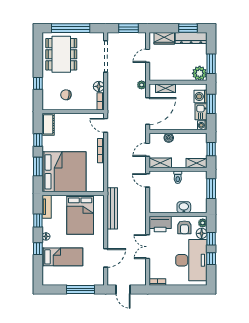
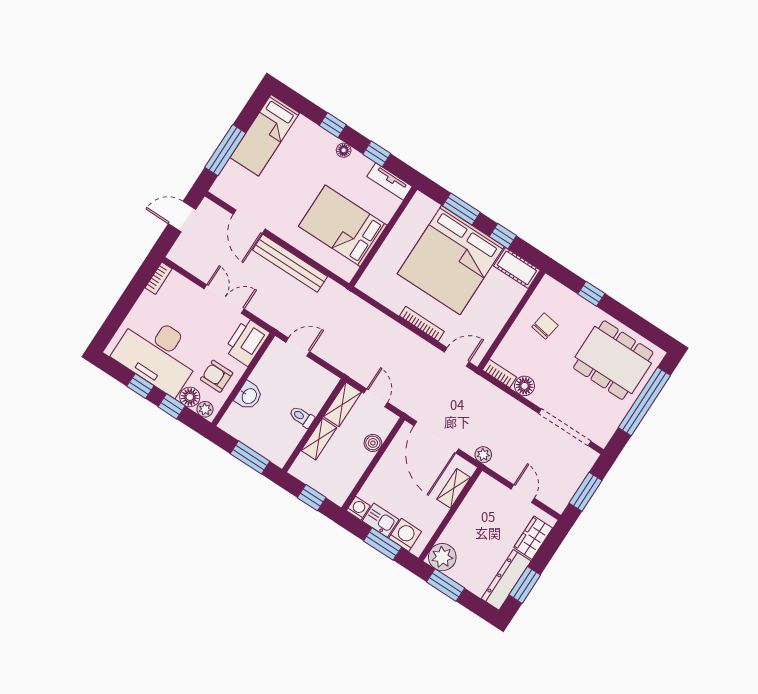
shelving: (196, 163) -> (319, 439), moved
bed: (64, 172) -> (451, 260), moved
door: (148, 180) -> (298, 347), moved
bench: (112, 208) -> (290, 263), moved
bed: (62, 257) -> (265, 135), moved

